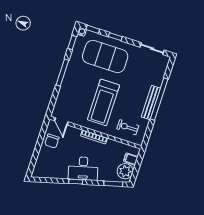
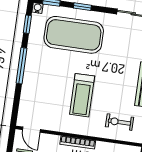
treadmill: (103, 102) -> (82, 95), width x0.73, depth x0.73

